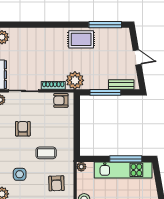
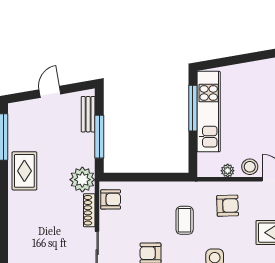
armchair: (61, 100) -> (111, 199), turned -90
plant: (81, 167) -> (228, 171), moved

